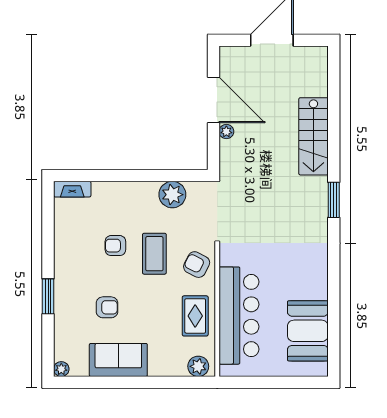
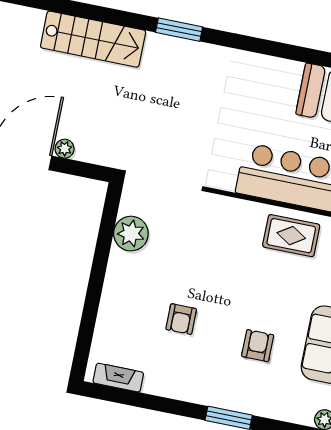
fireplace: (72, 189) -> (118, 378), moved, turned -90
coffee table: (154, 254) -> (202, 272), removed
armchair: (197, 265) -> (226, 221), removed

